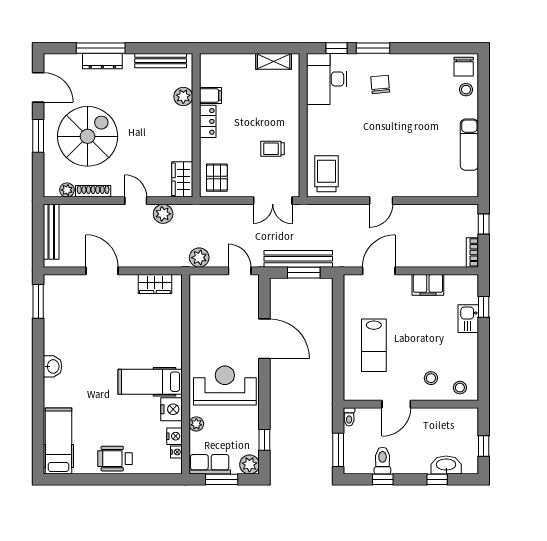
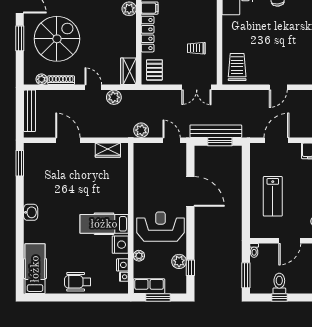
locker: (208, 121) -> (148, 34), width x1.53
plant: (249, 465) -> (179, 261), moved

